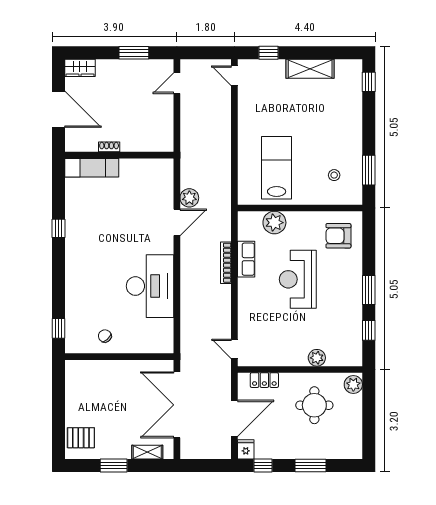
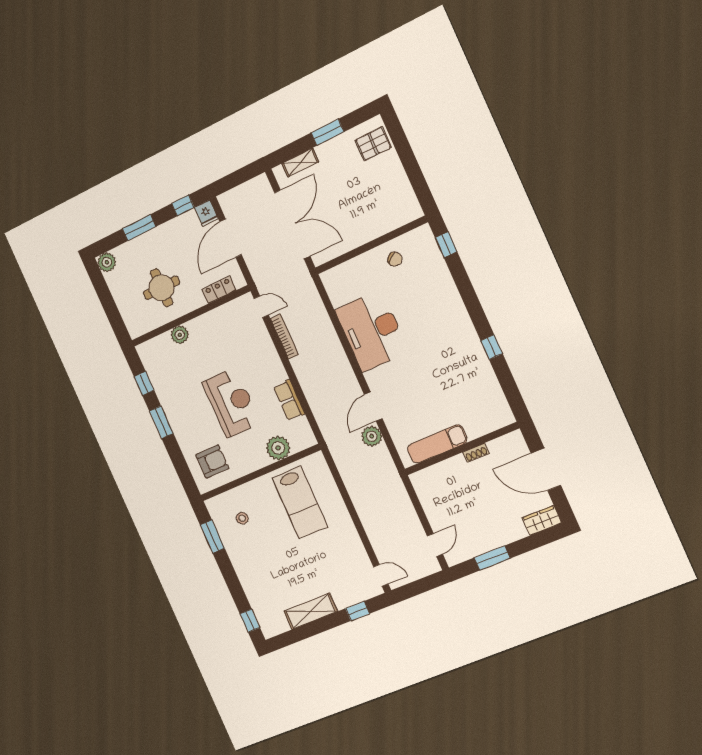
exam couch: (92, 168) -> (437, 444), moved
bookcase: (226, 263) -> (284, 336), moved
plant: (353, 384) -> (107, 262), moved

